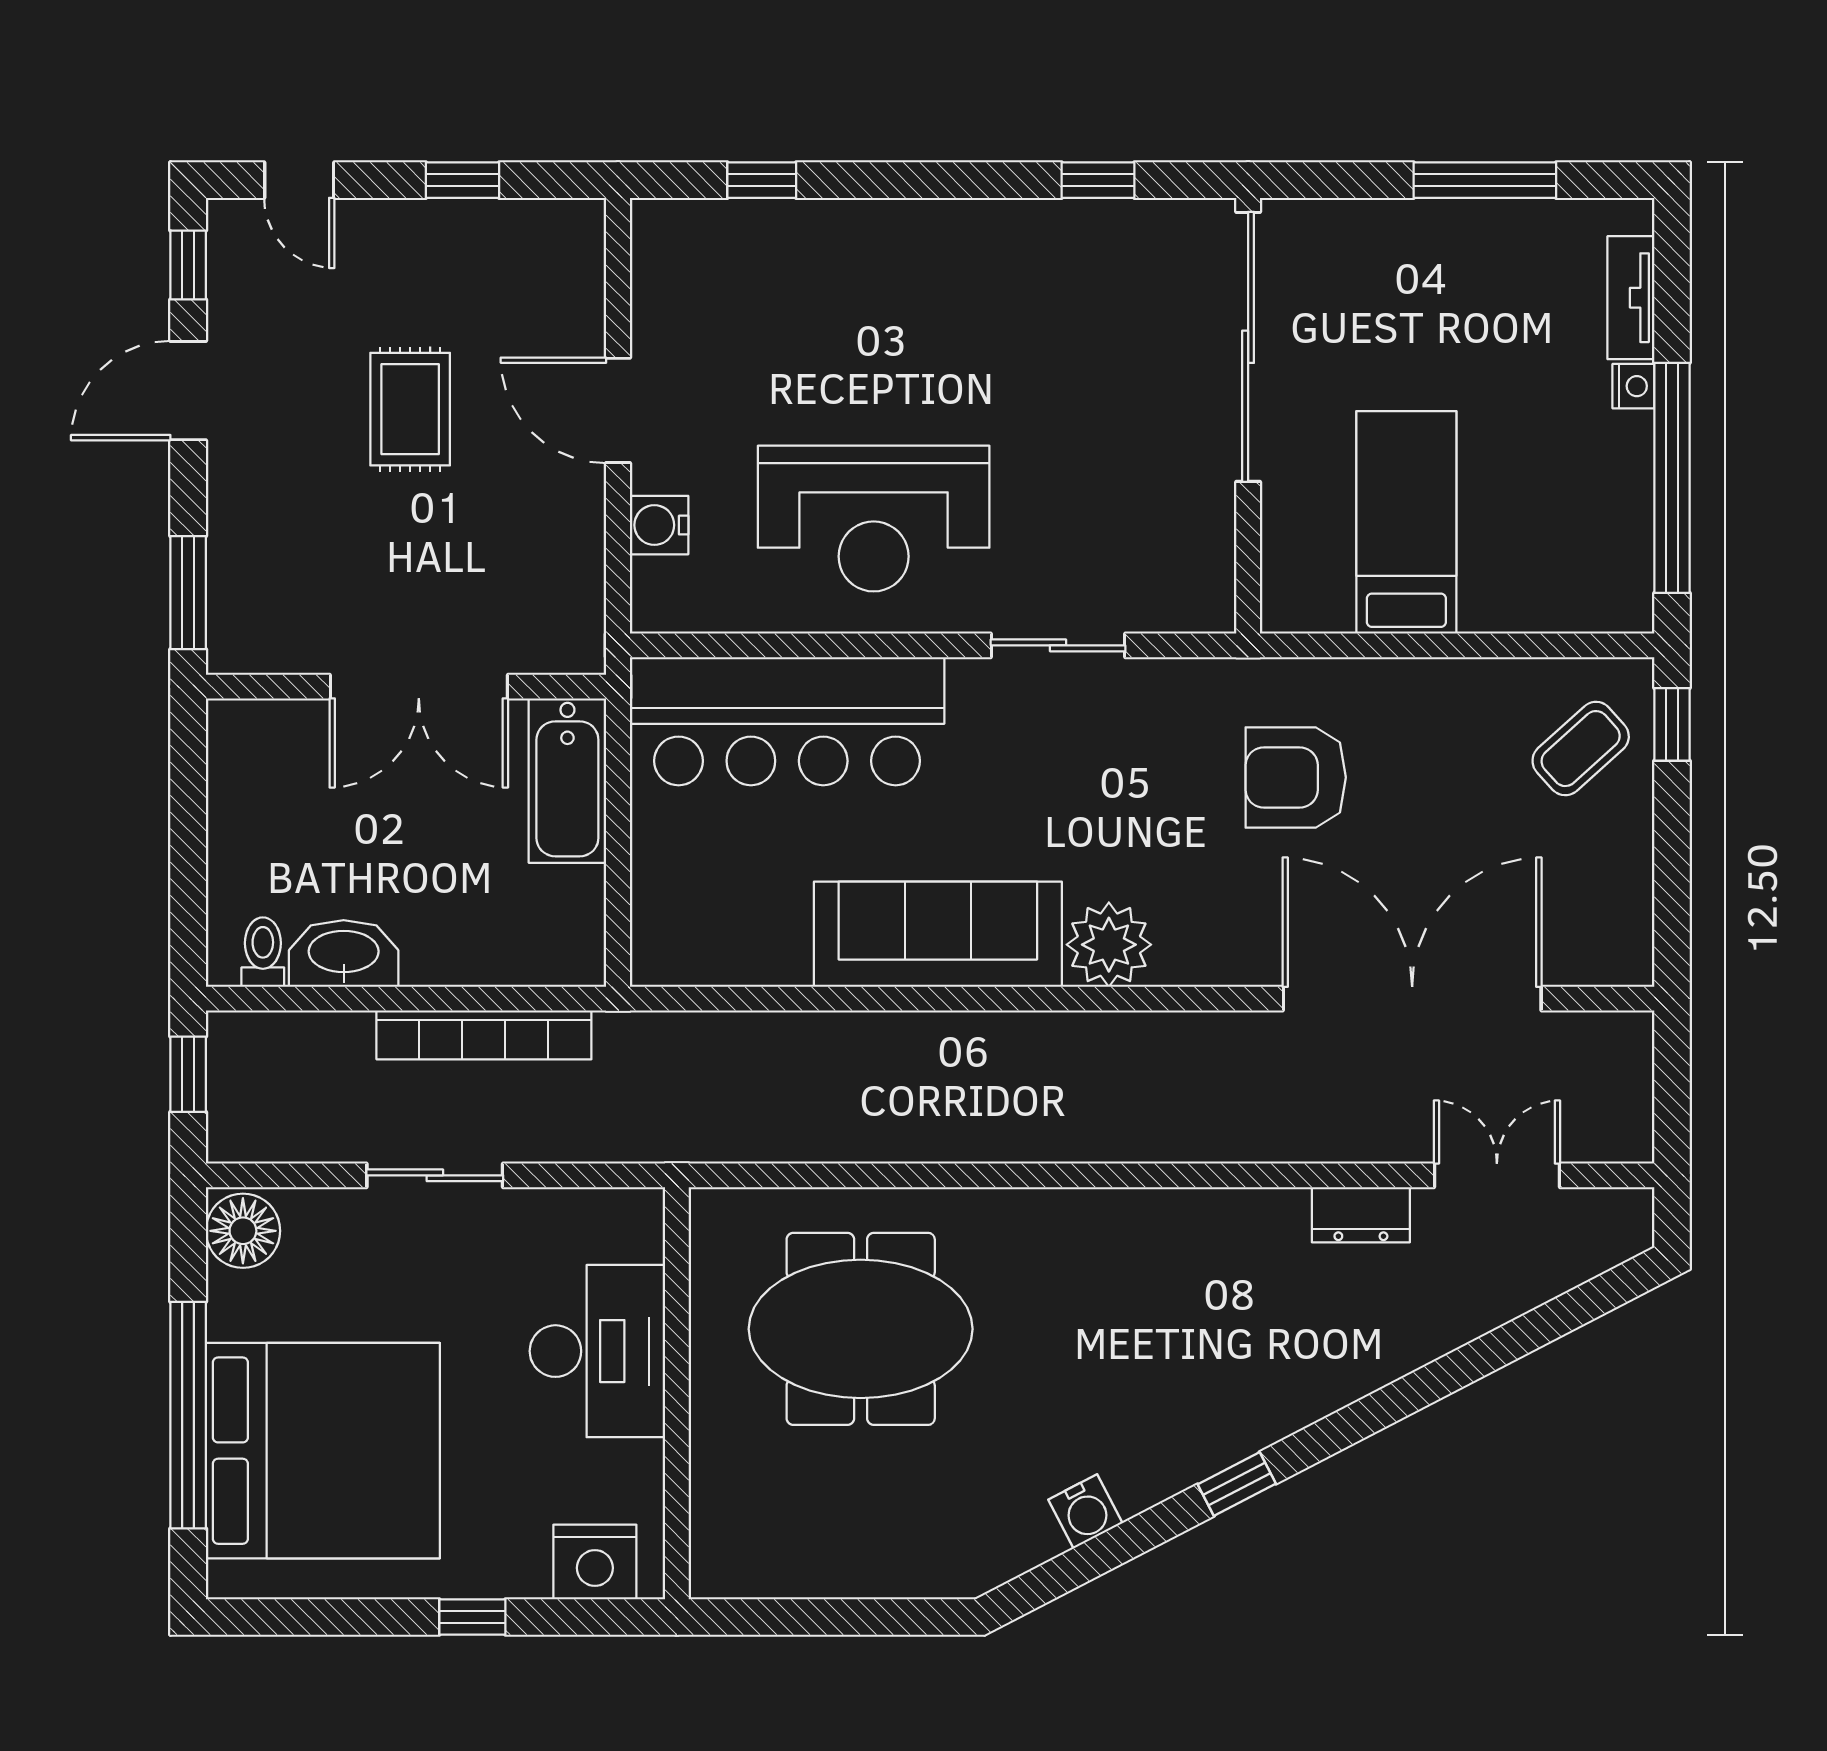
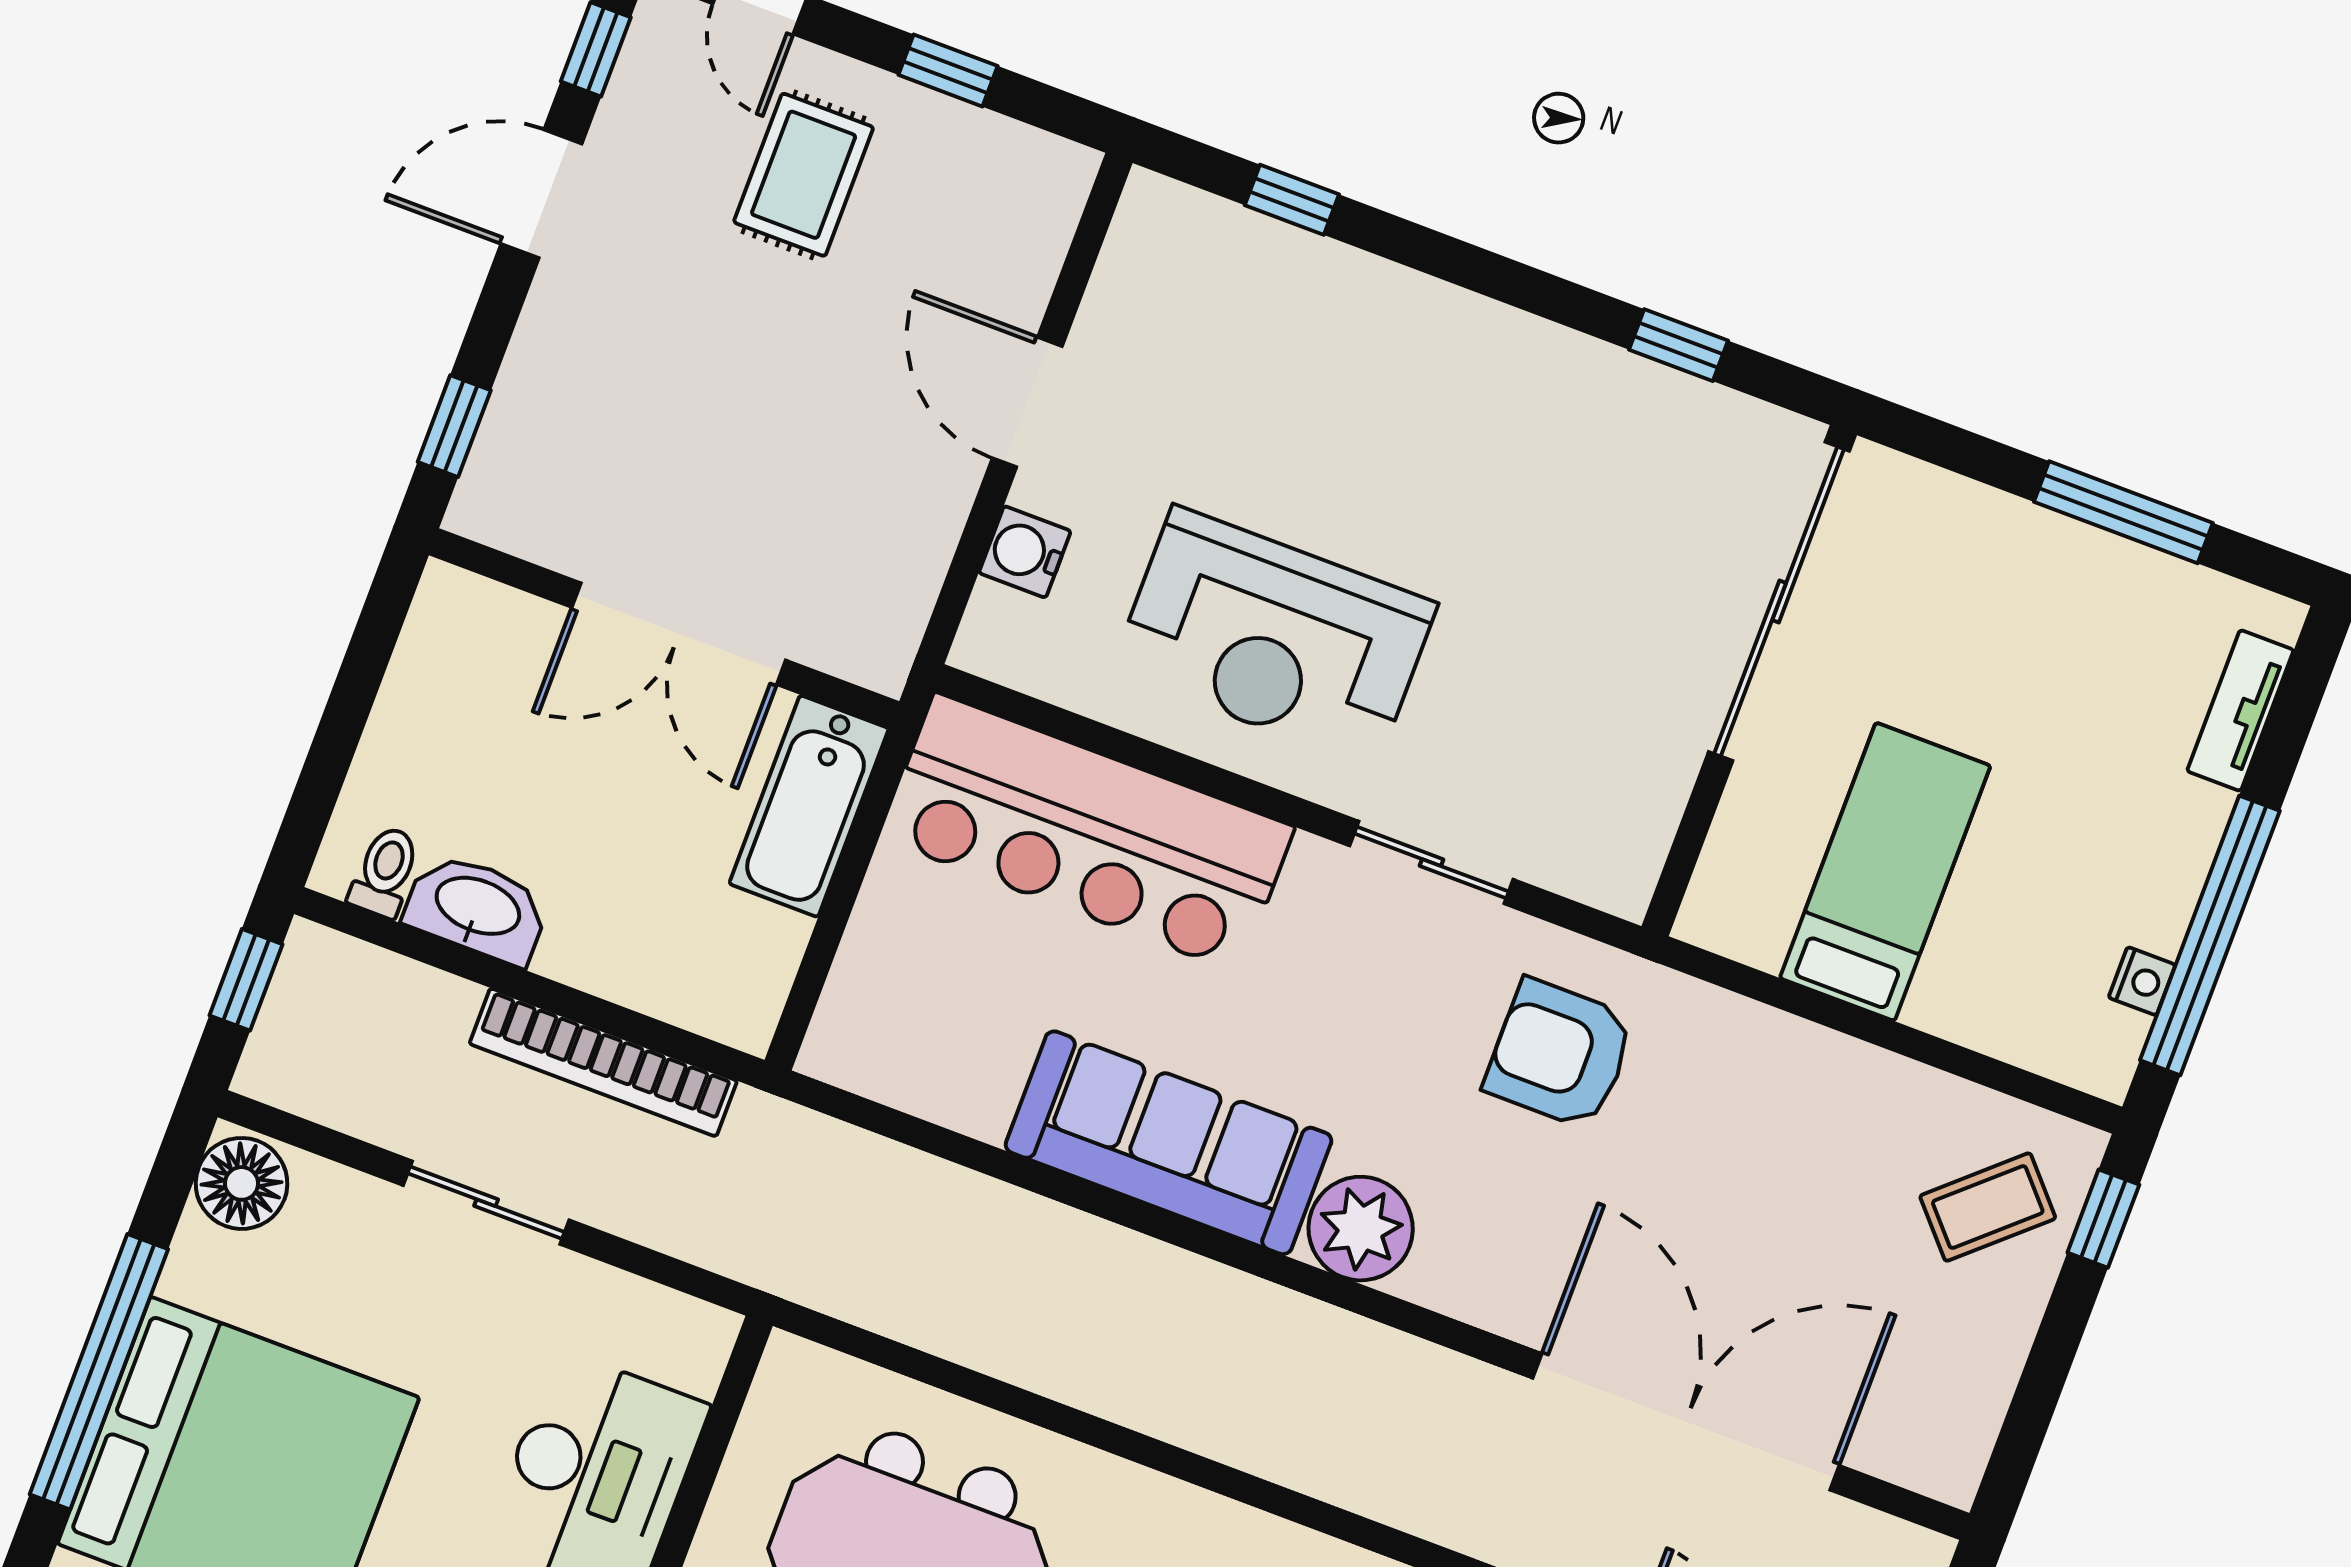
nightstand: (1633, 386) -> (2142, 981), moved
rug: (410, 409) -> (804, 175), moved
window: (188, 593) -> (454, 426), width x0.67
armchair: (1296, 777) -> (1560, 1054), moved

